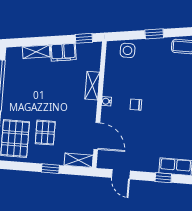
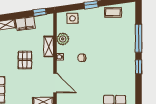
plant: (112, 77) -> (63, 39), added
pallet: (45, 133) -> (25, 60), moved

